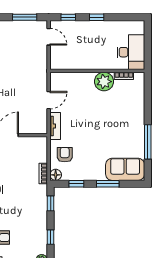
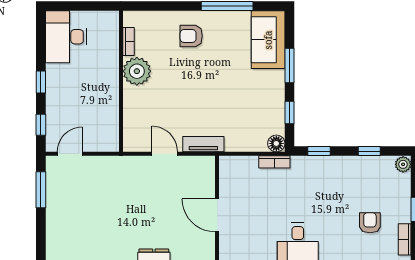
desk: (131, 52) -> (66, 37), moved, turned -90
armchair: (65, 155) -> (191, 36), moved

